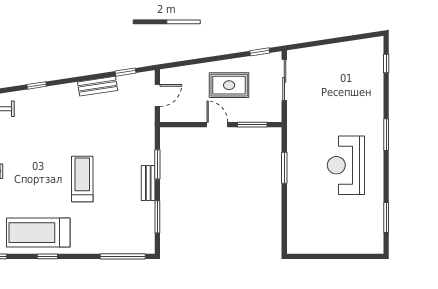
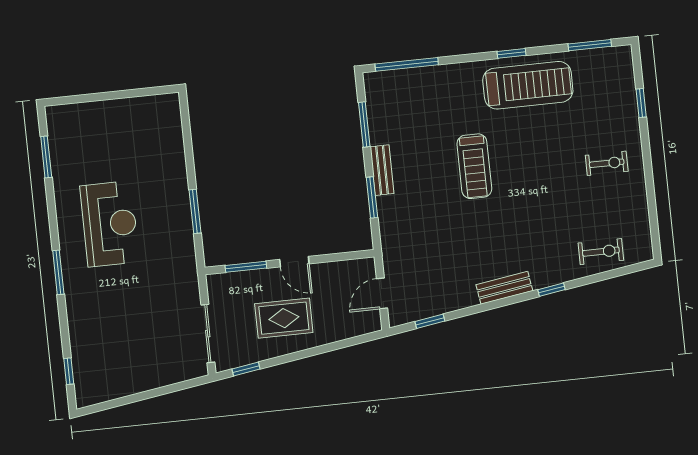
bench: (98, 86) -> (504, 288), moved

